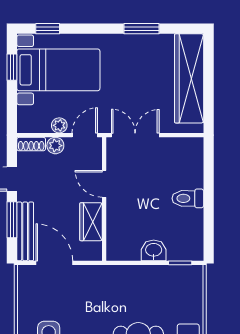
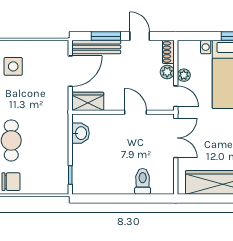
door: (104, 184) -> (136, 112), hinge flipped
toilet: (188, 198) -> (143, 181), moved
wardrobe: (91, 222) -> (88, 101), moved
washbasin: (154, 250) -> (81, 133), moved

